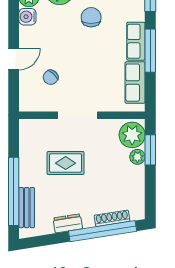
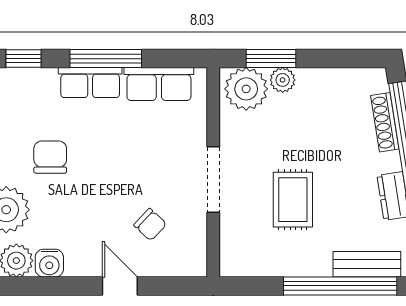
chair: (91, 17) -> (50, 157), turned 90

